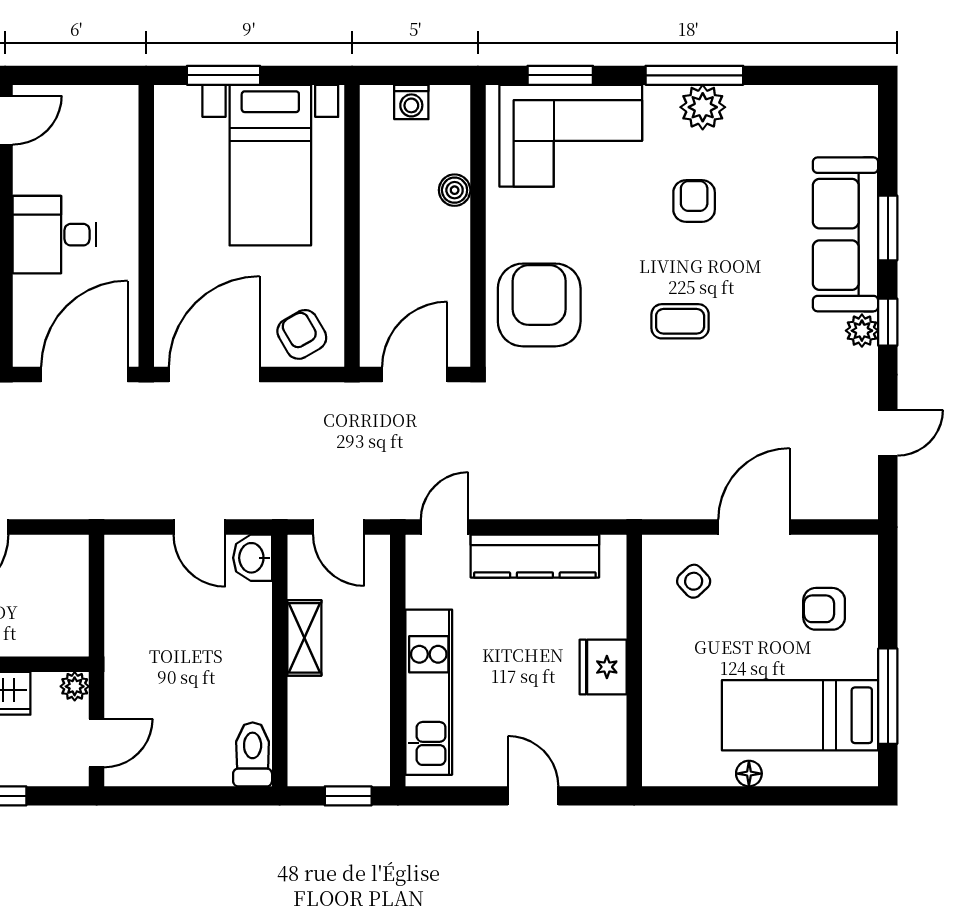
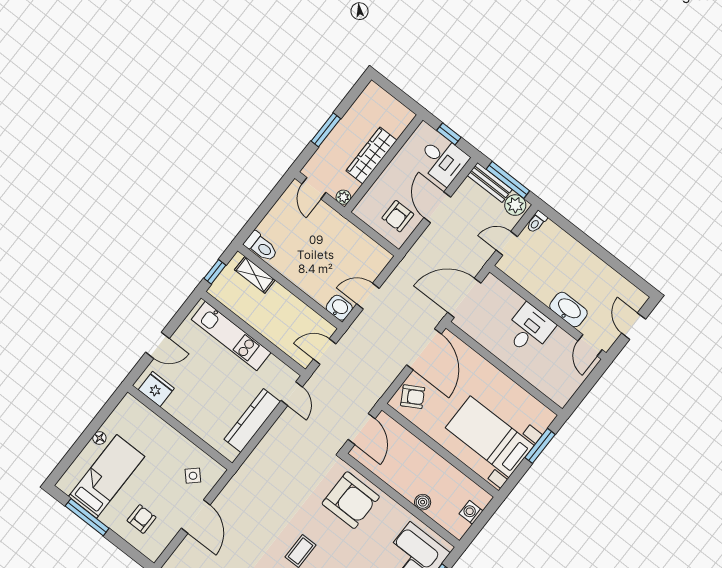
door: (84, 375) -> (464, 298), swing flipped
armchair: (38, 578) -> (398, 216), added
shelving: (304, 638) -> (255, 275), moved
fridge: (603, 667) -> (156, 389), moved

